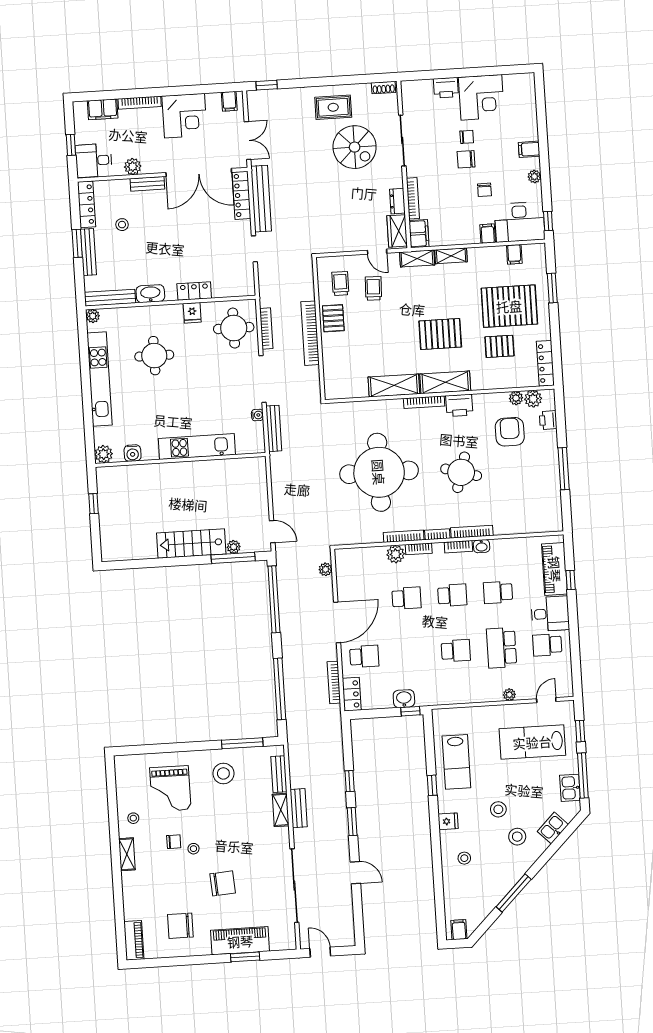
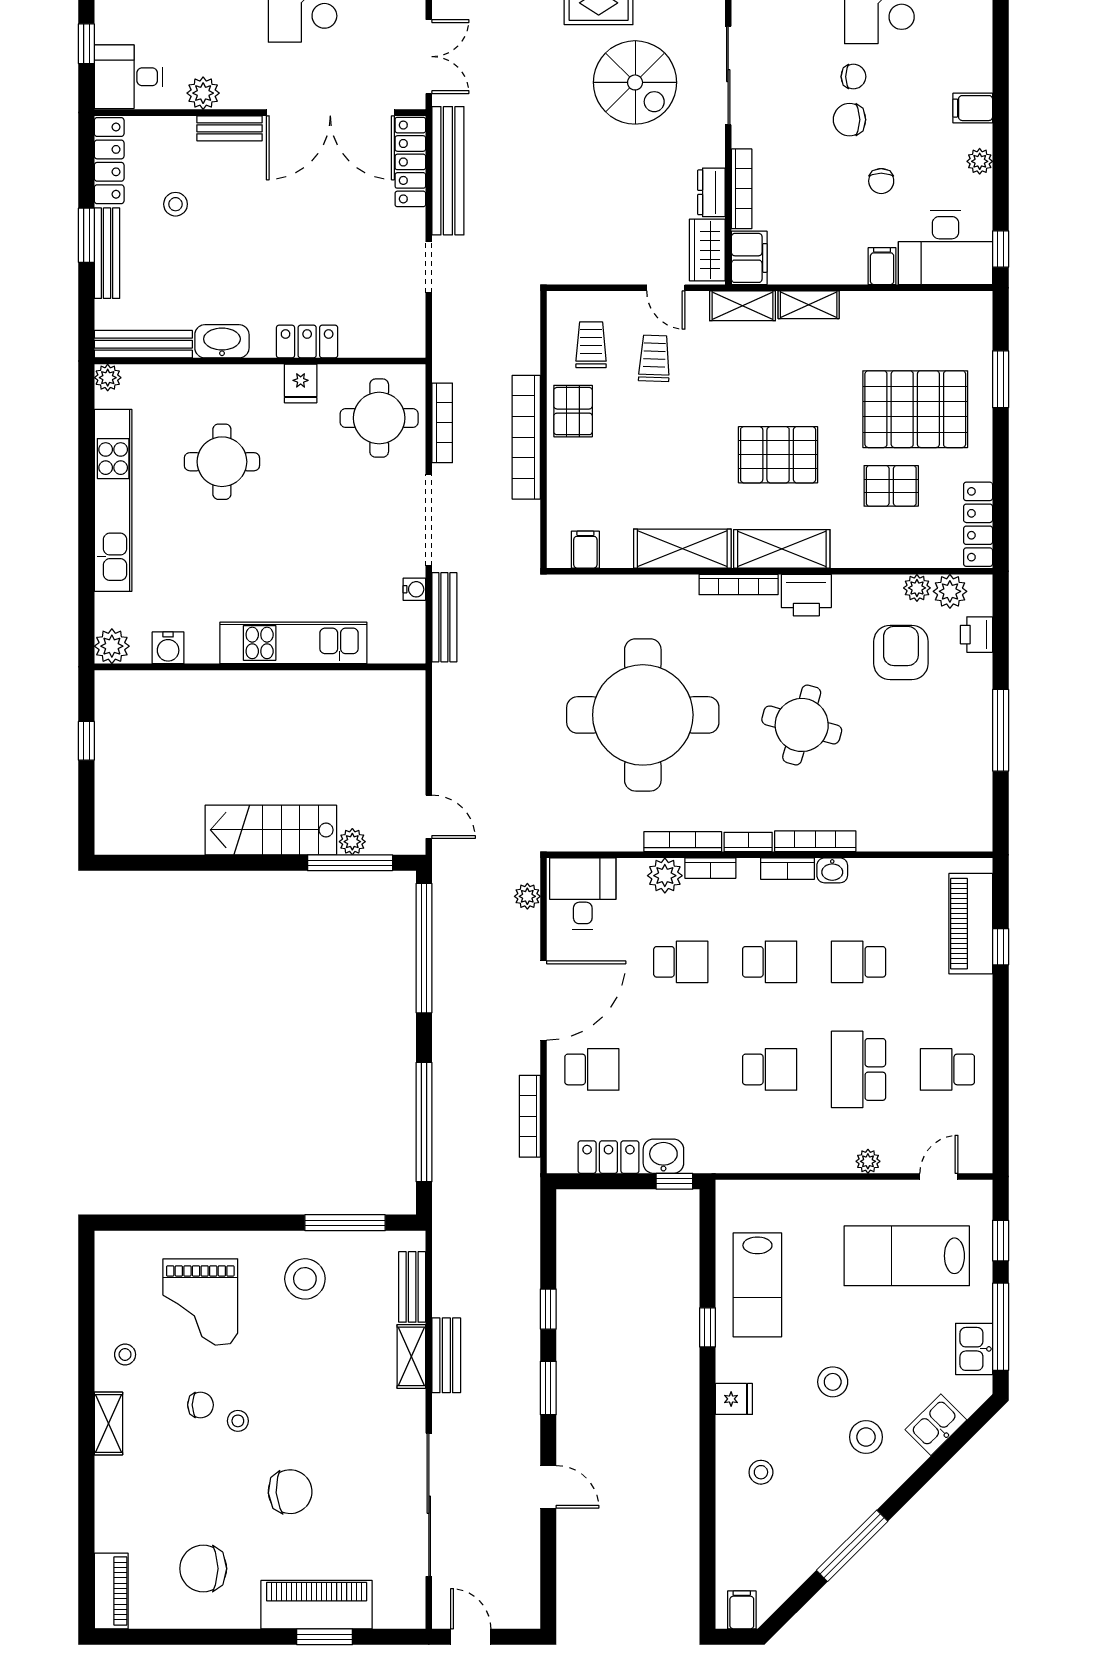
filing cabinet: (514, 254) -> (585, 550), moved, turned 180
desk: (550, 614) -> (583, 894), moved, turned -90
locker: (352, 694) -> (608, 1157), moved, turned -90

